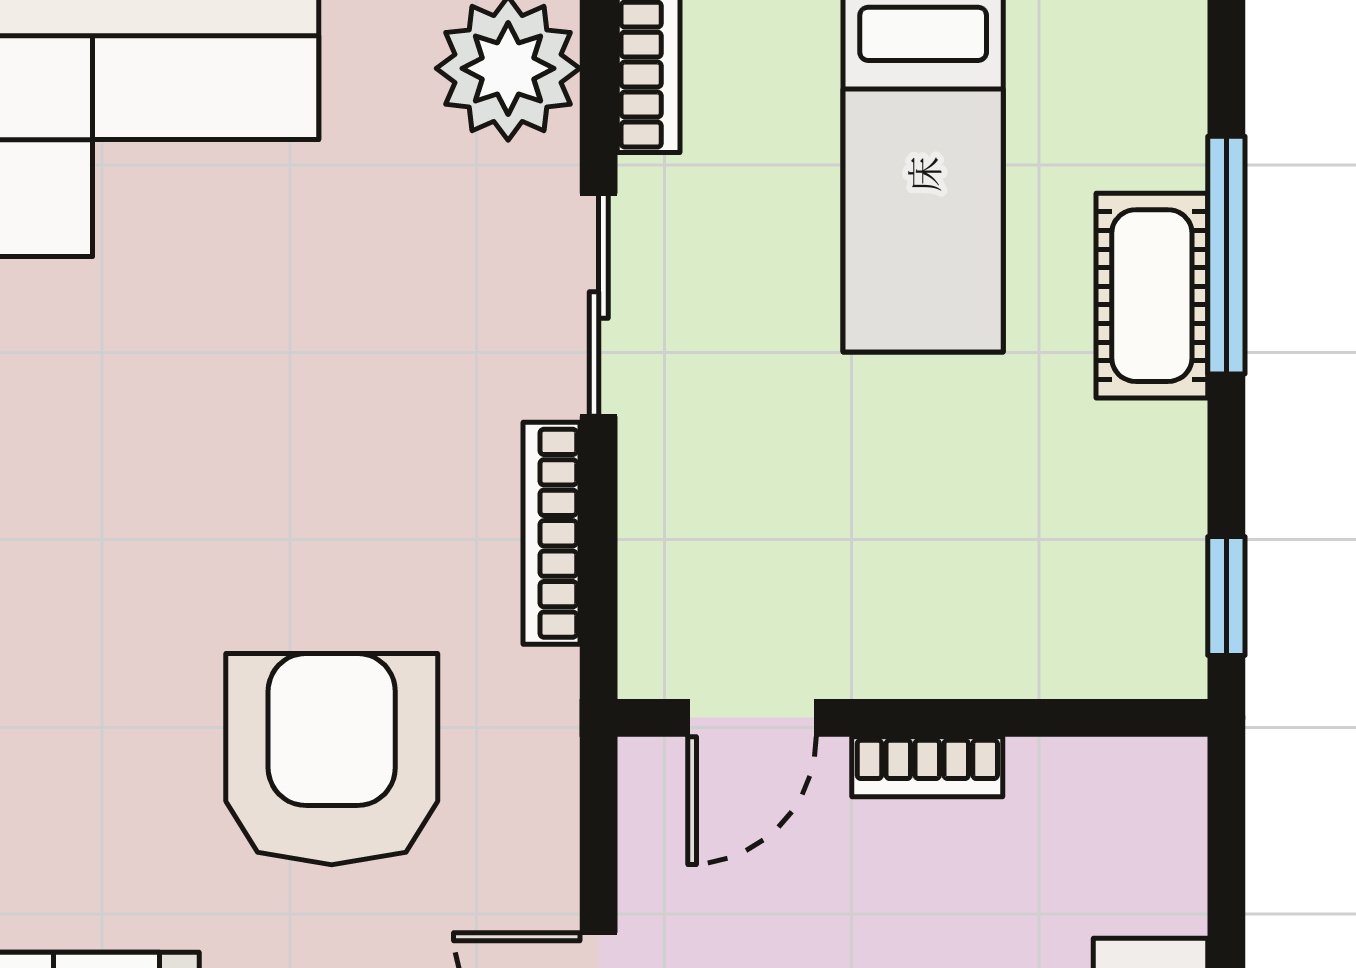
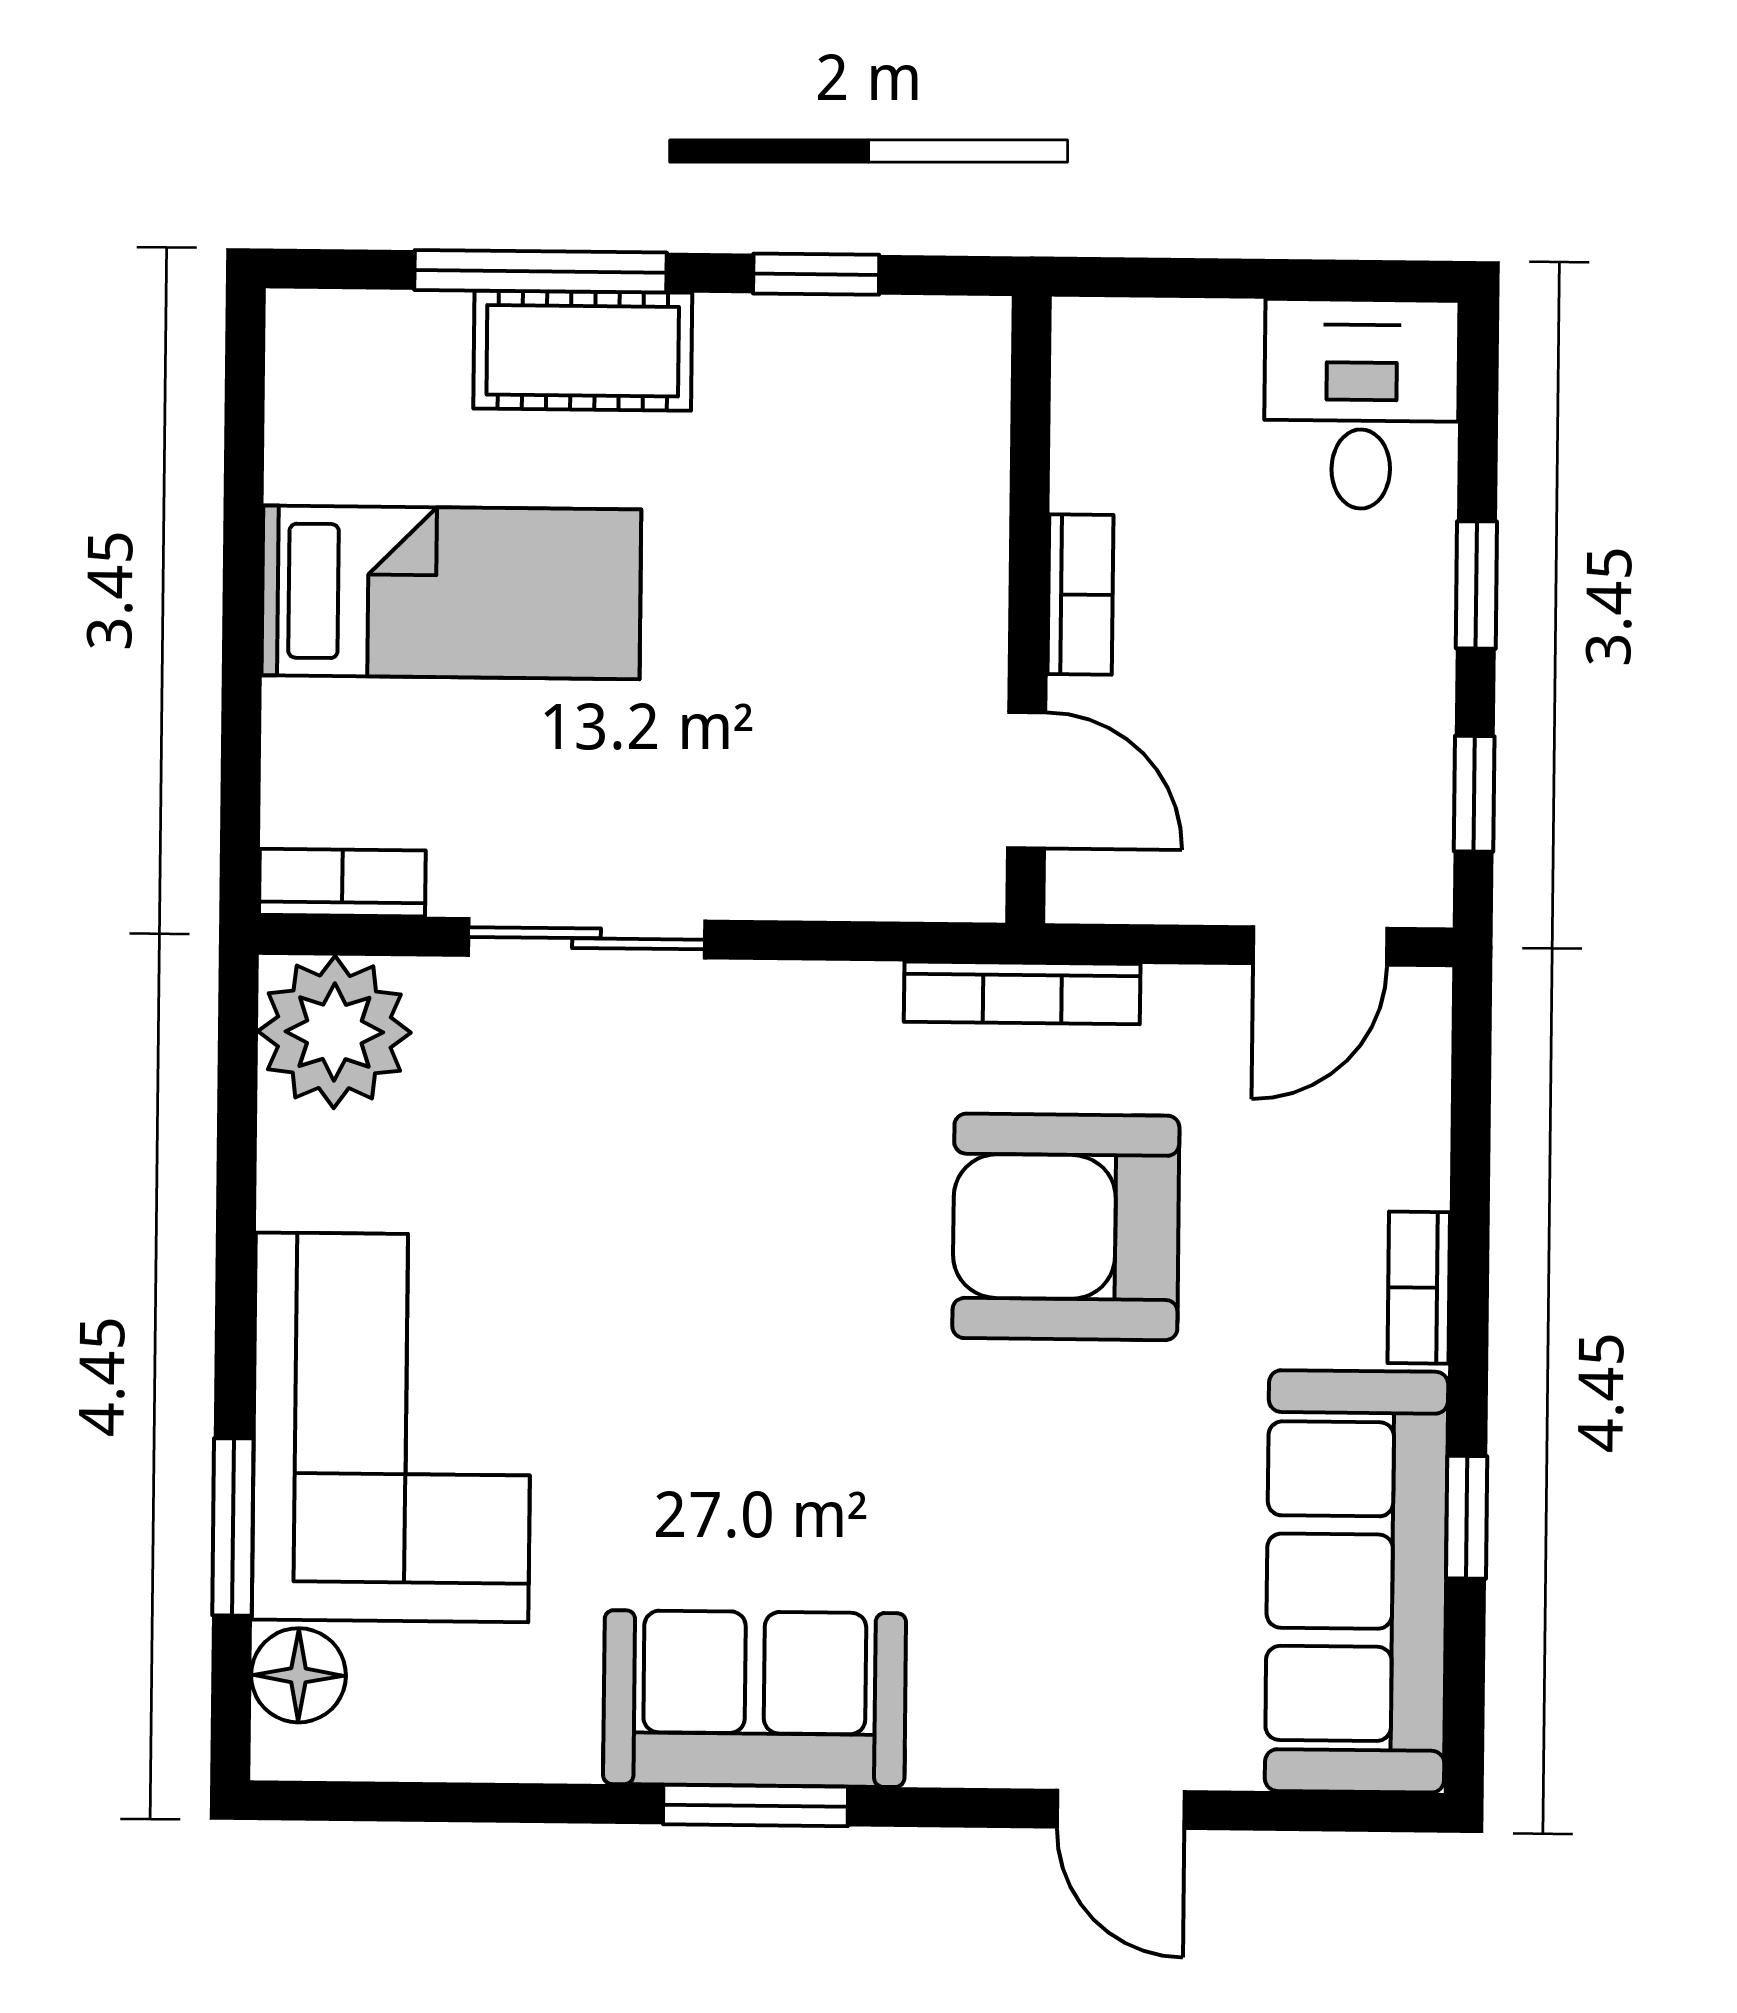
bookcase: (552, 533) -> (1022, 993), moved
window: (1226, 596) -> (816, 274), moved

